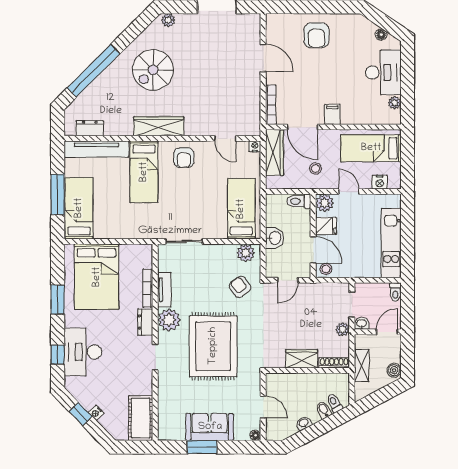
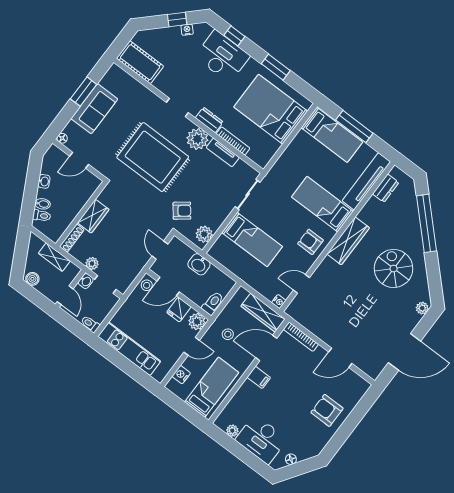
bed: (241, 209) -> (252, 240), moved
nightstand: (96, 413) -> (187, 30), moved

